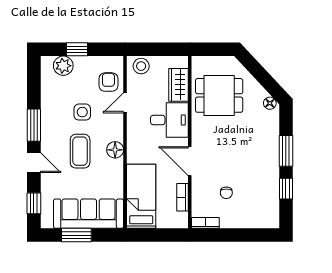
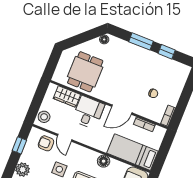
window: (77, 49) -> (19, 145), moved
floor lamp: (115, 150) -> (104, 161), moved

